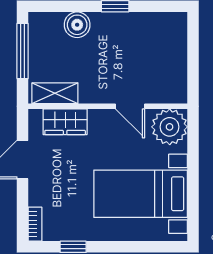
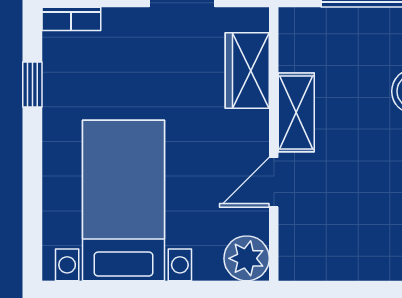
shelving: (55, 93) -> (296, 112), moved
plant: (170, 127) -> (247, 258), width x0.73, depth x0.73

